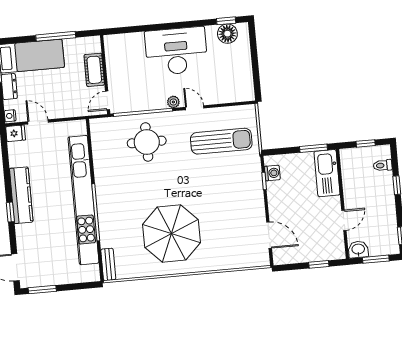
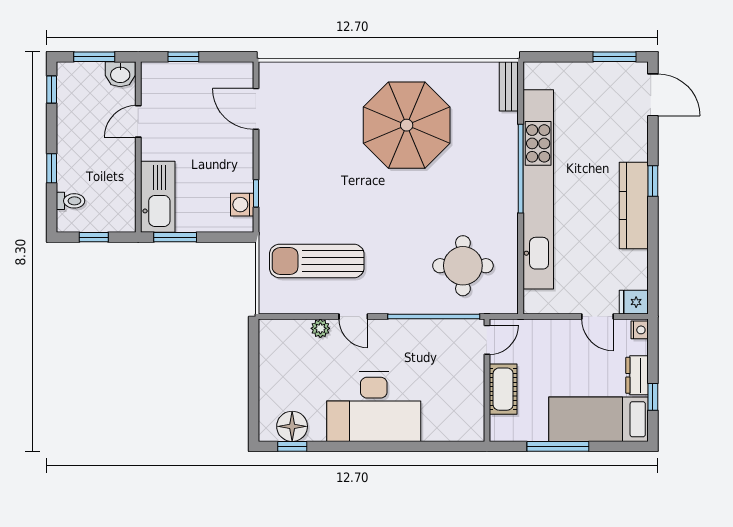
plant: (173, 102) -> (320, 328), moved
round table: (147, 142) -> (463, 266), moved

